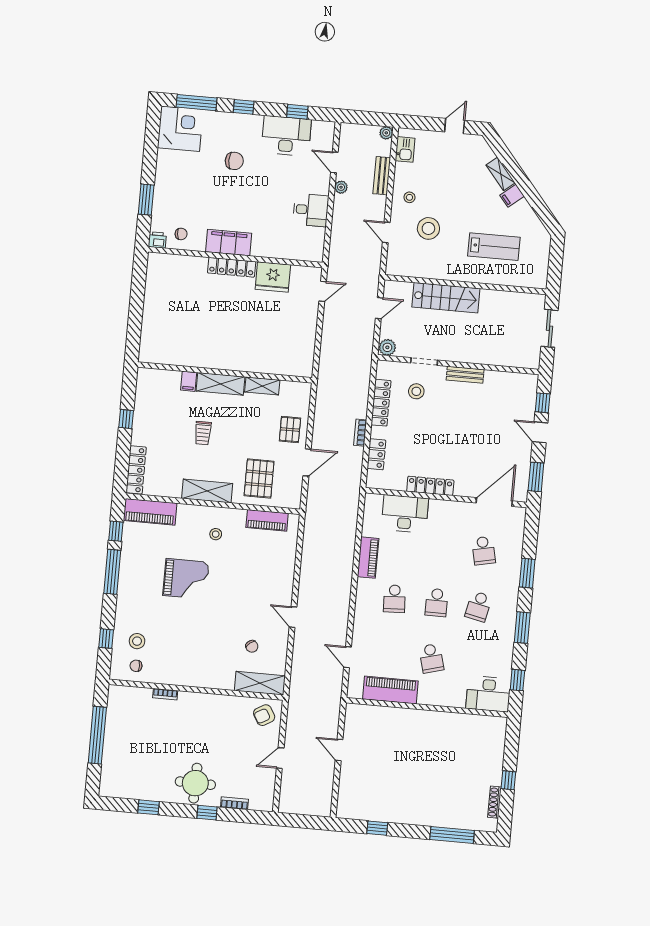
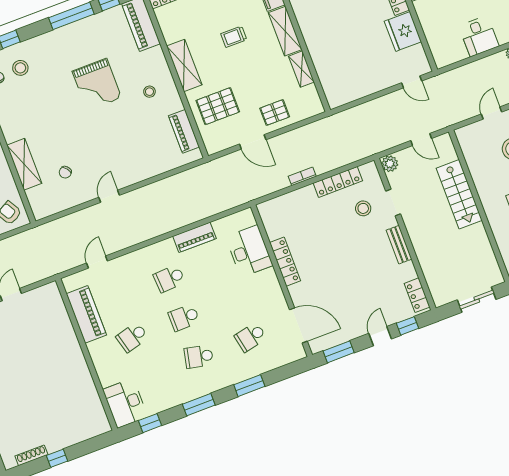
locker: (376, 454) -> (417, 295), moved, turned 90
shelving: (260, 683) -> (24, 164), moved

